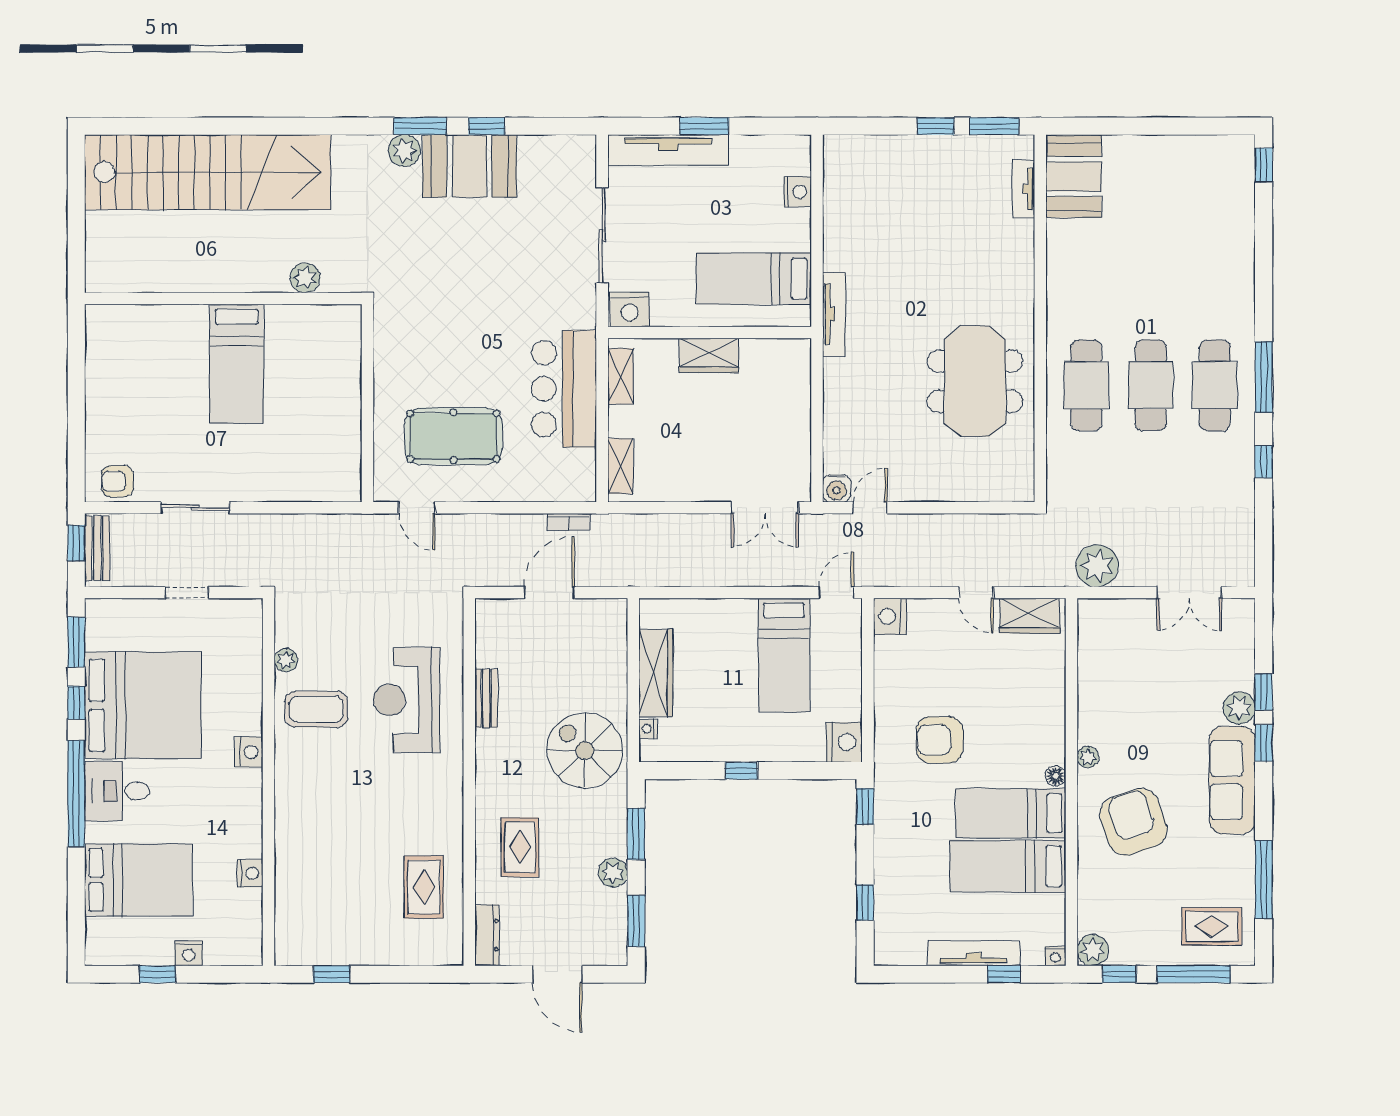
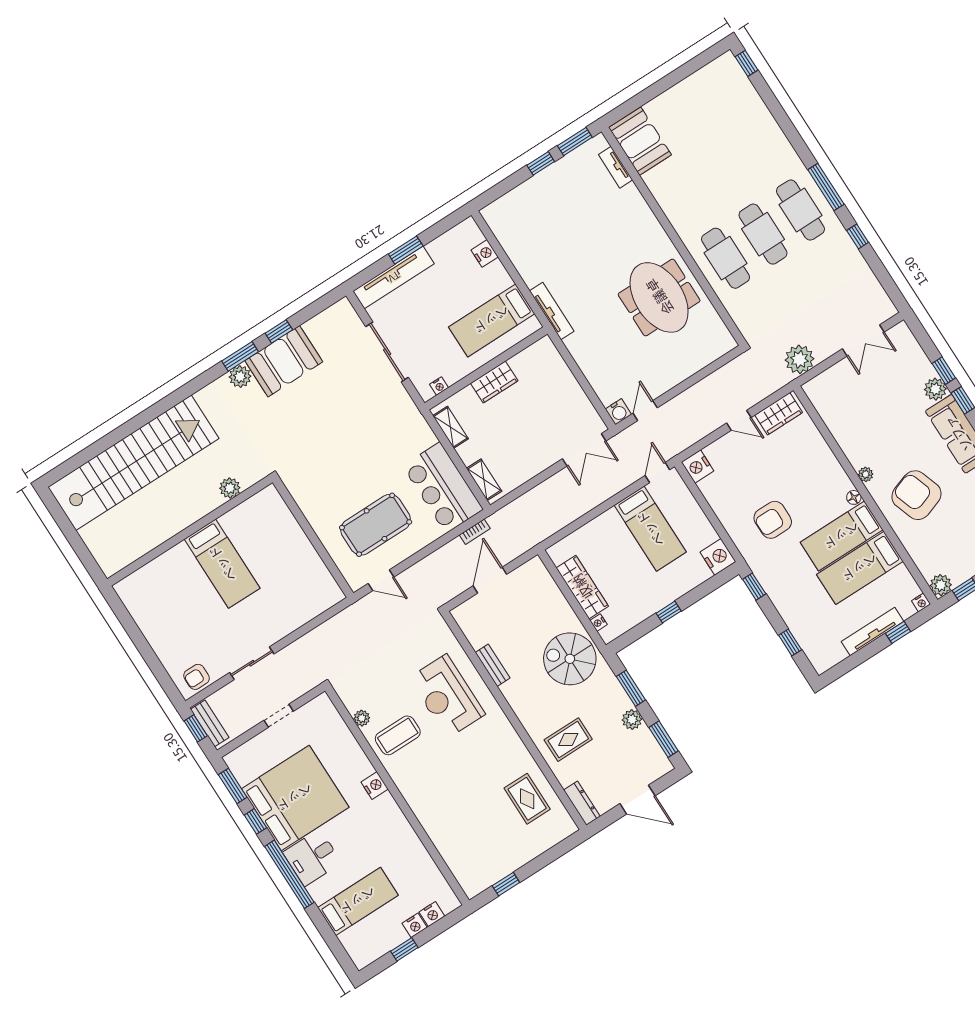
nightstand: (630, 309) -> (439, 386), width x0.53, depth x0.56
bar counter: (564, 389) -> (443, 488), moved
rug: (520, 847) -> (568, 740), turned 90
nightstand: (250, 873) -> (432, 914), moved, turned 90
bed: (138, 880) -> (358, 901), width x0.67

